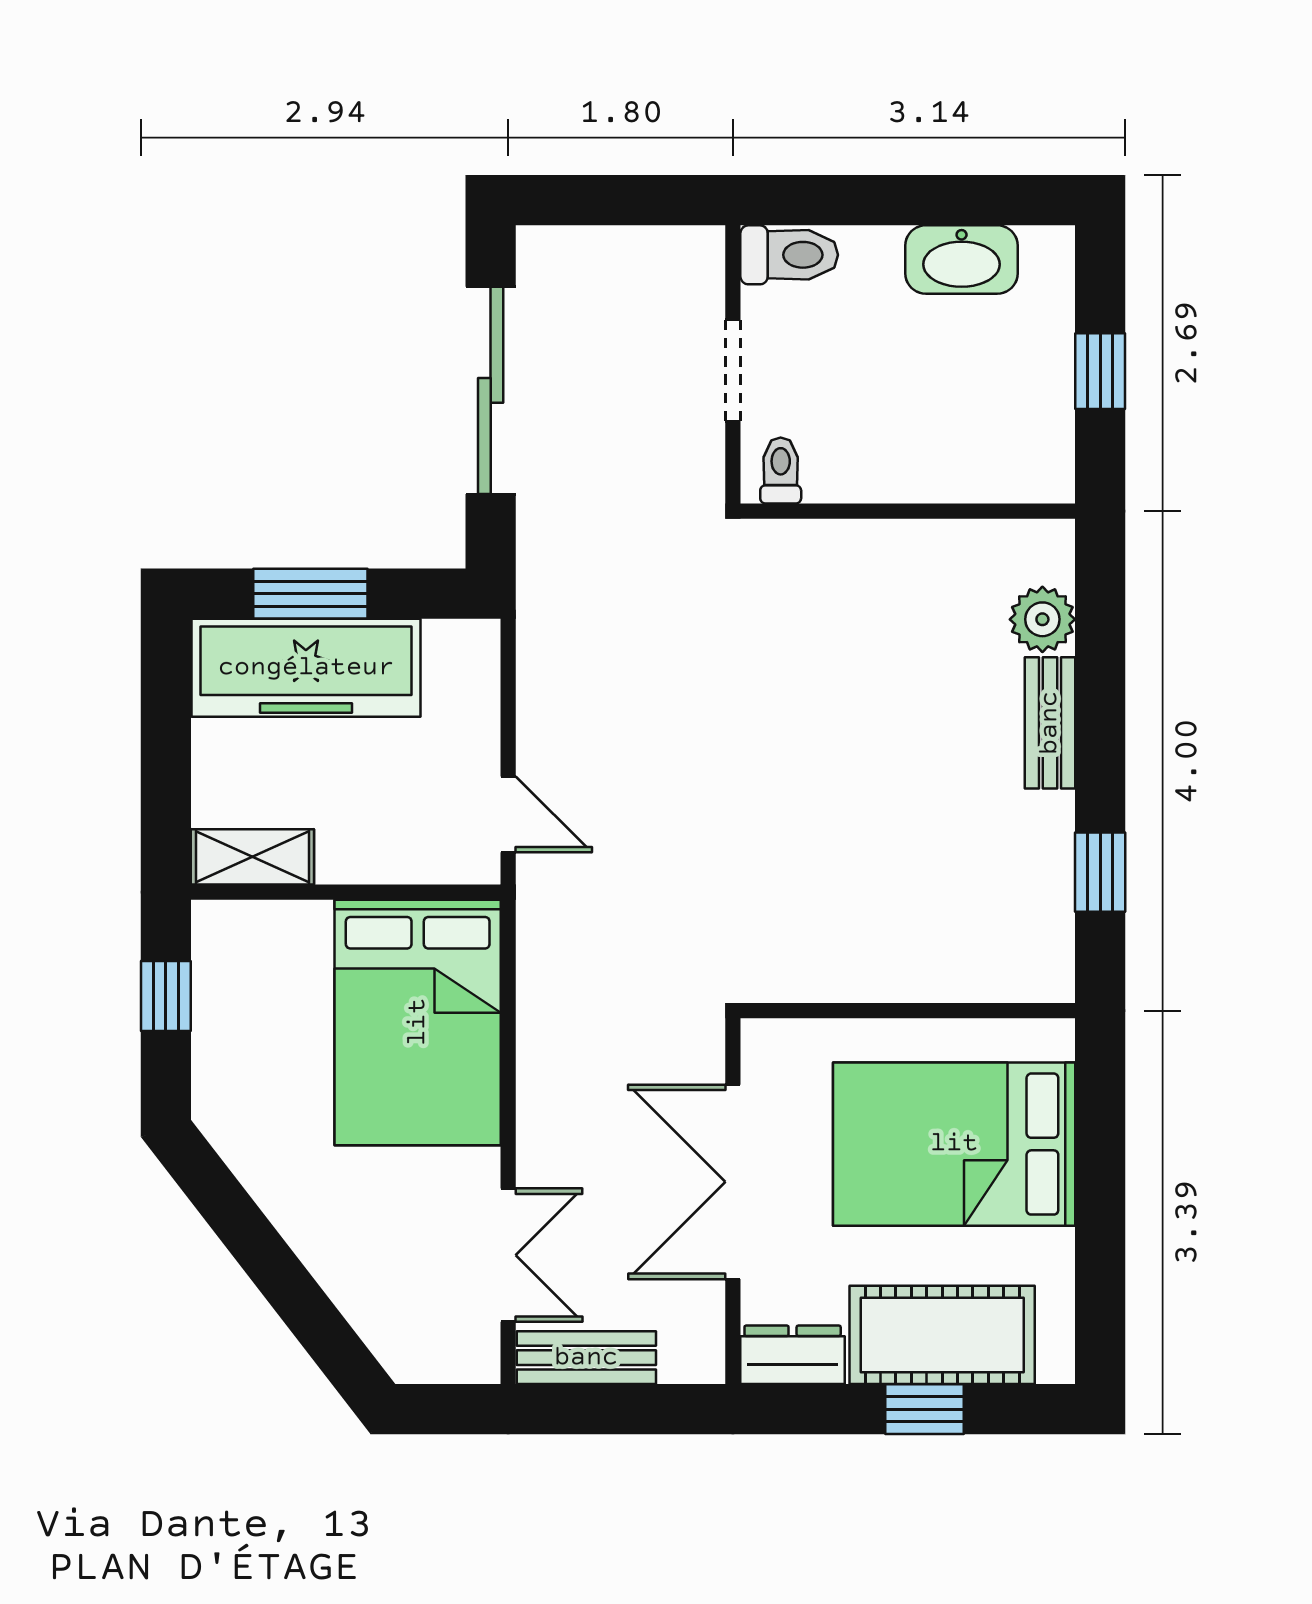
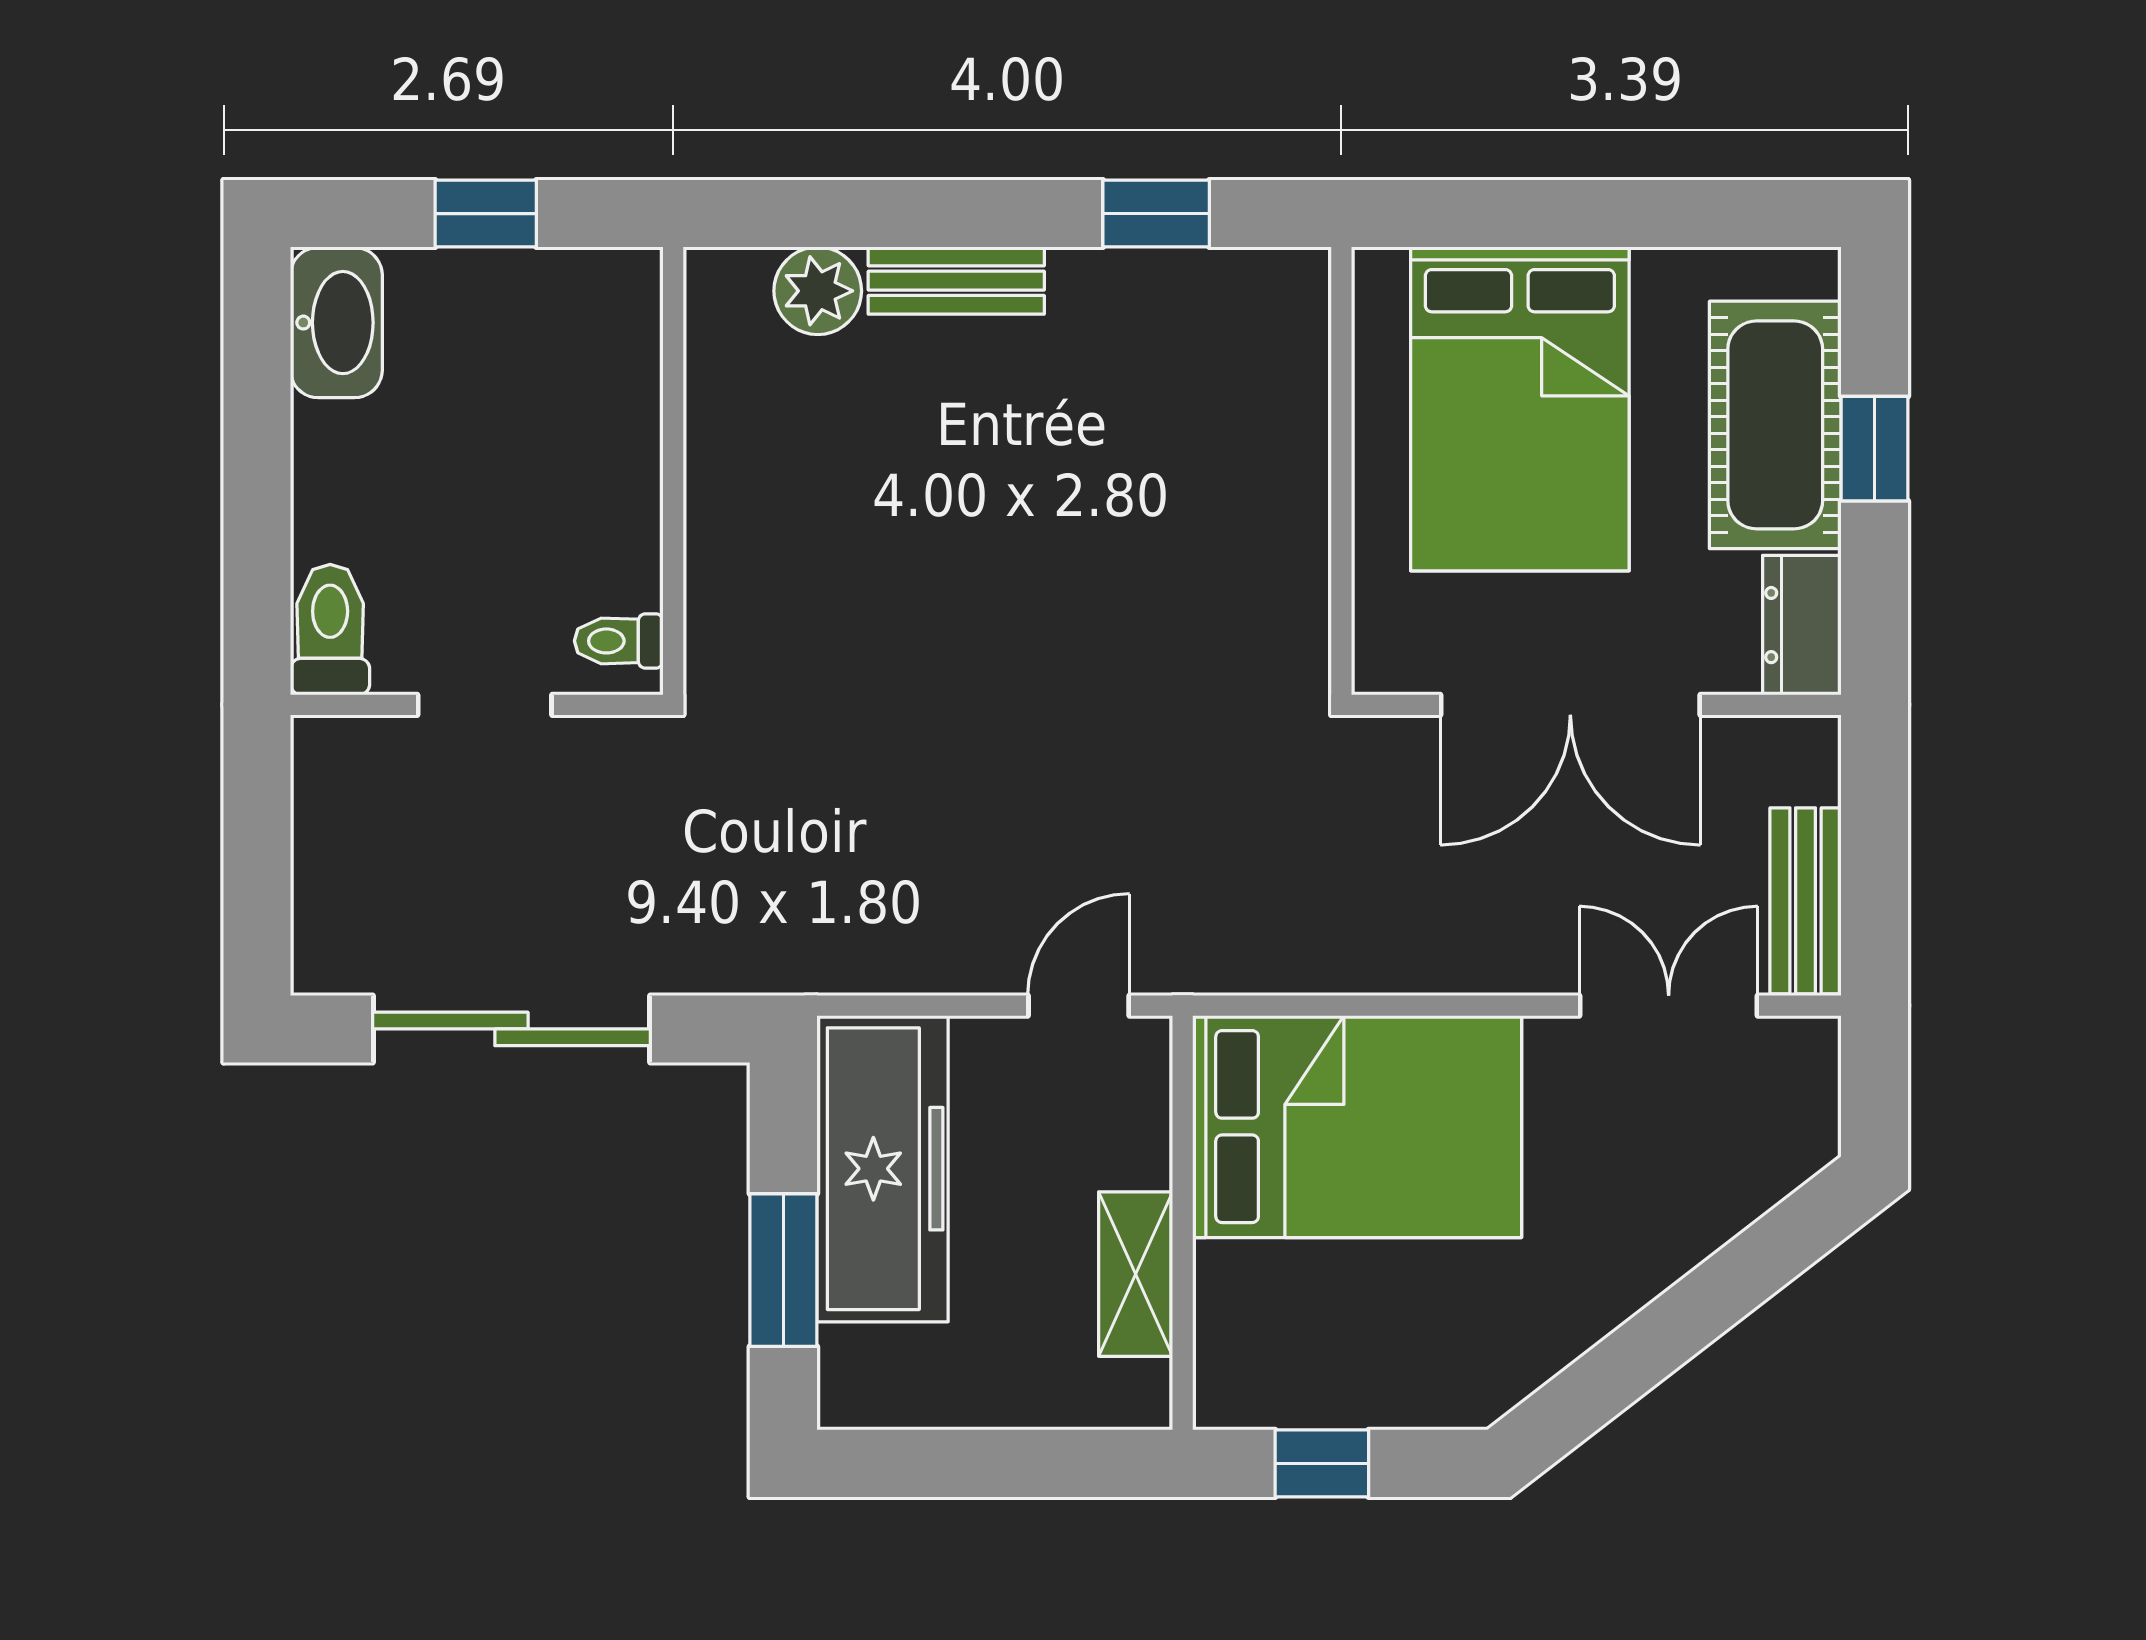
washbasin: (962, 259) -> (336, 323), moved
freezer: (306, 668) -> (882, 1169), moved
shelving: (252, 857) -> (1136, 1274), moved

